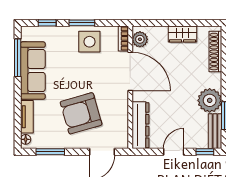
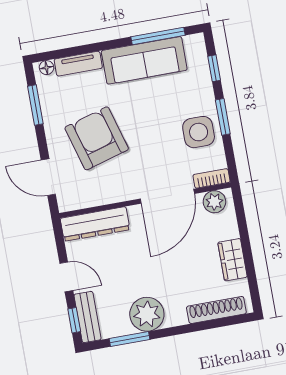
bench: (215, 131) -> (88, 317), moved, turned 90

